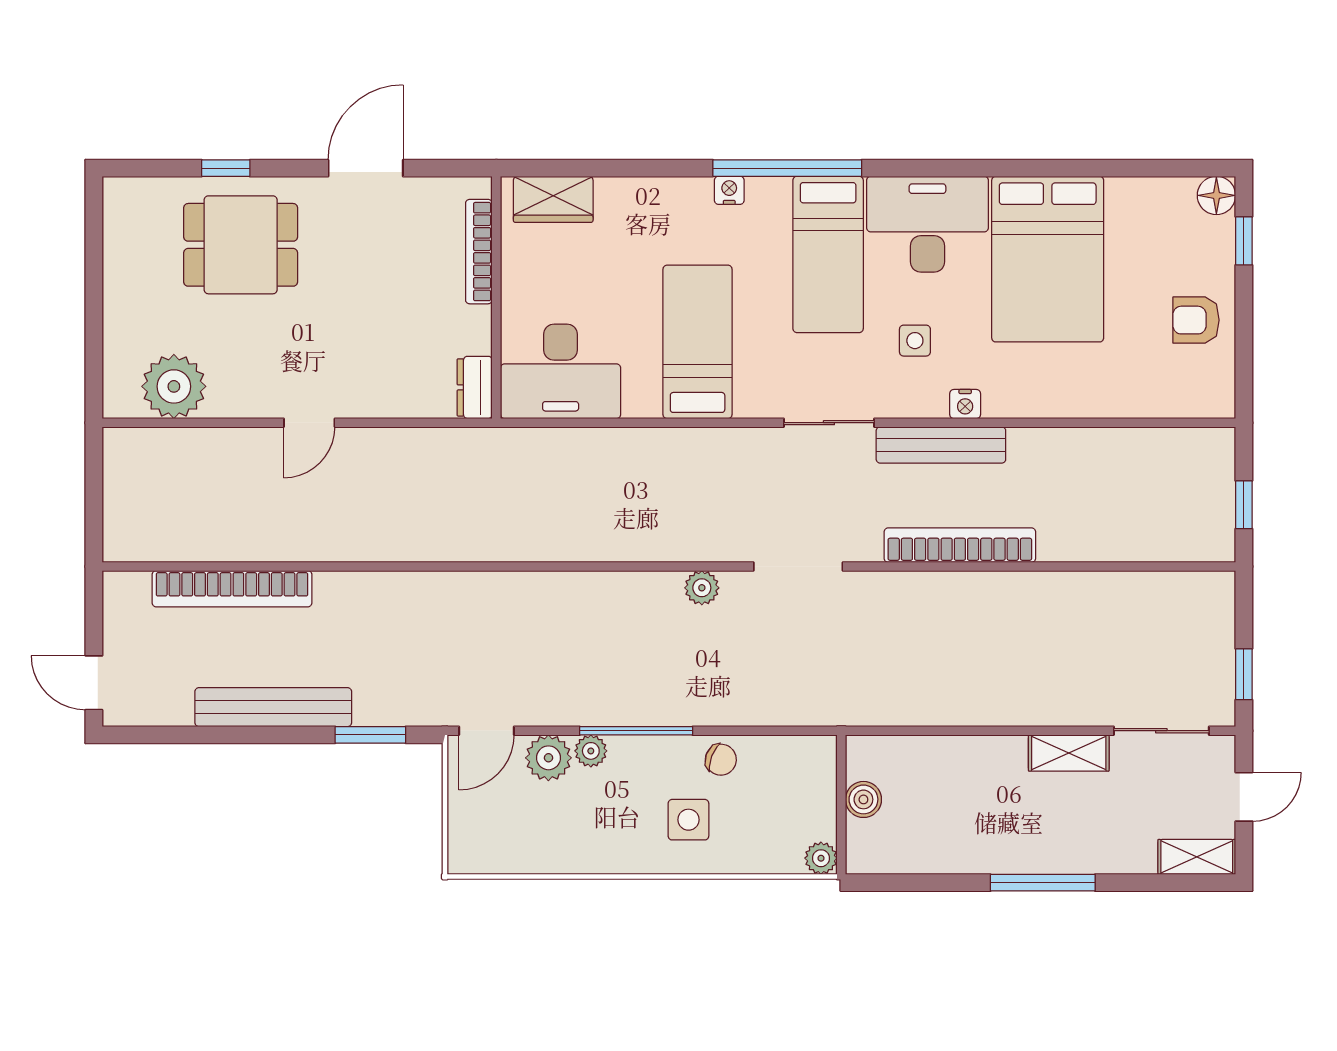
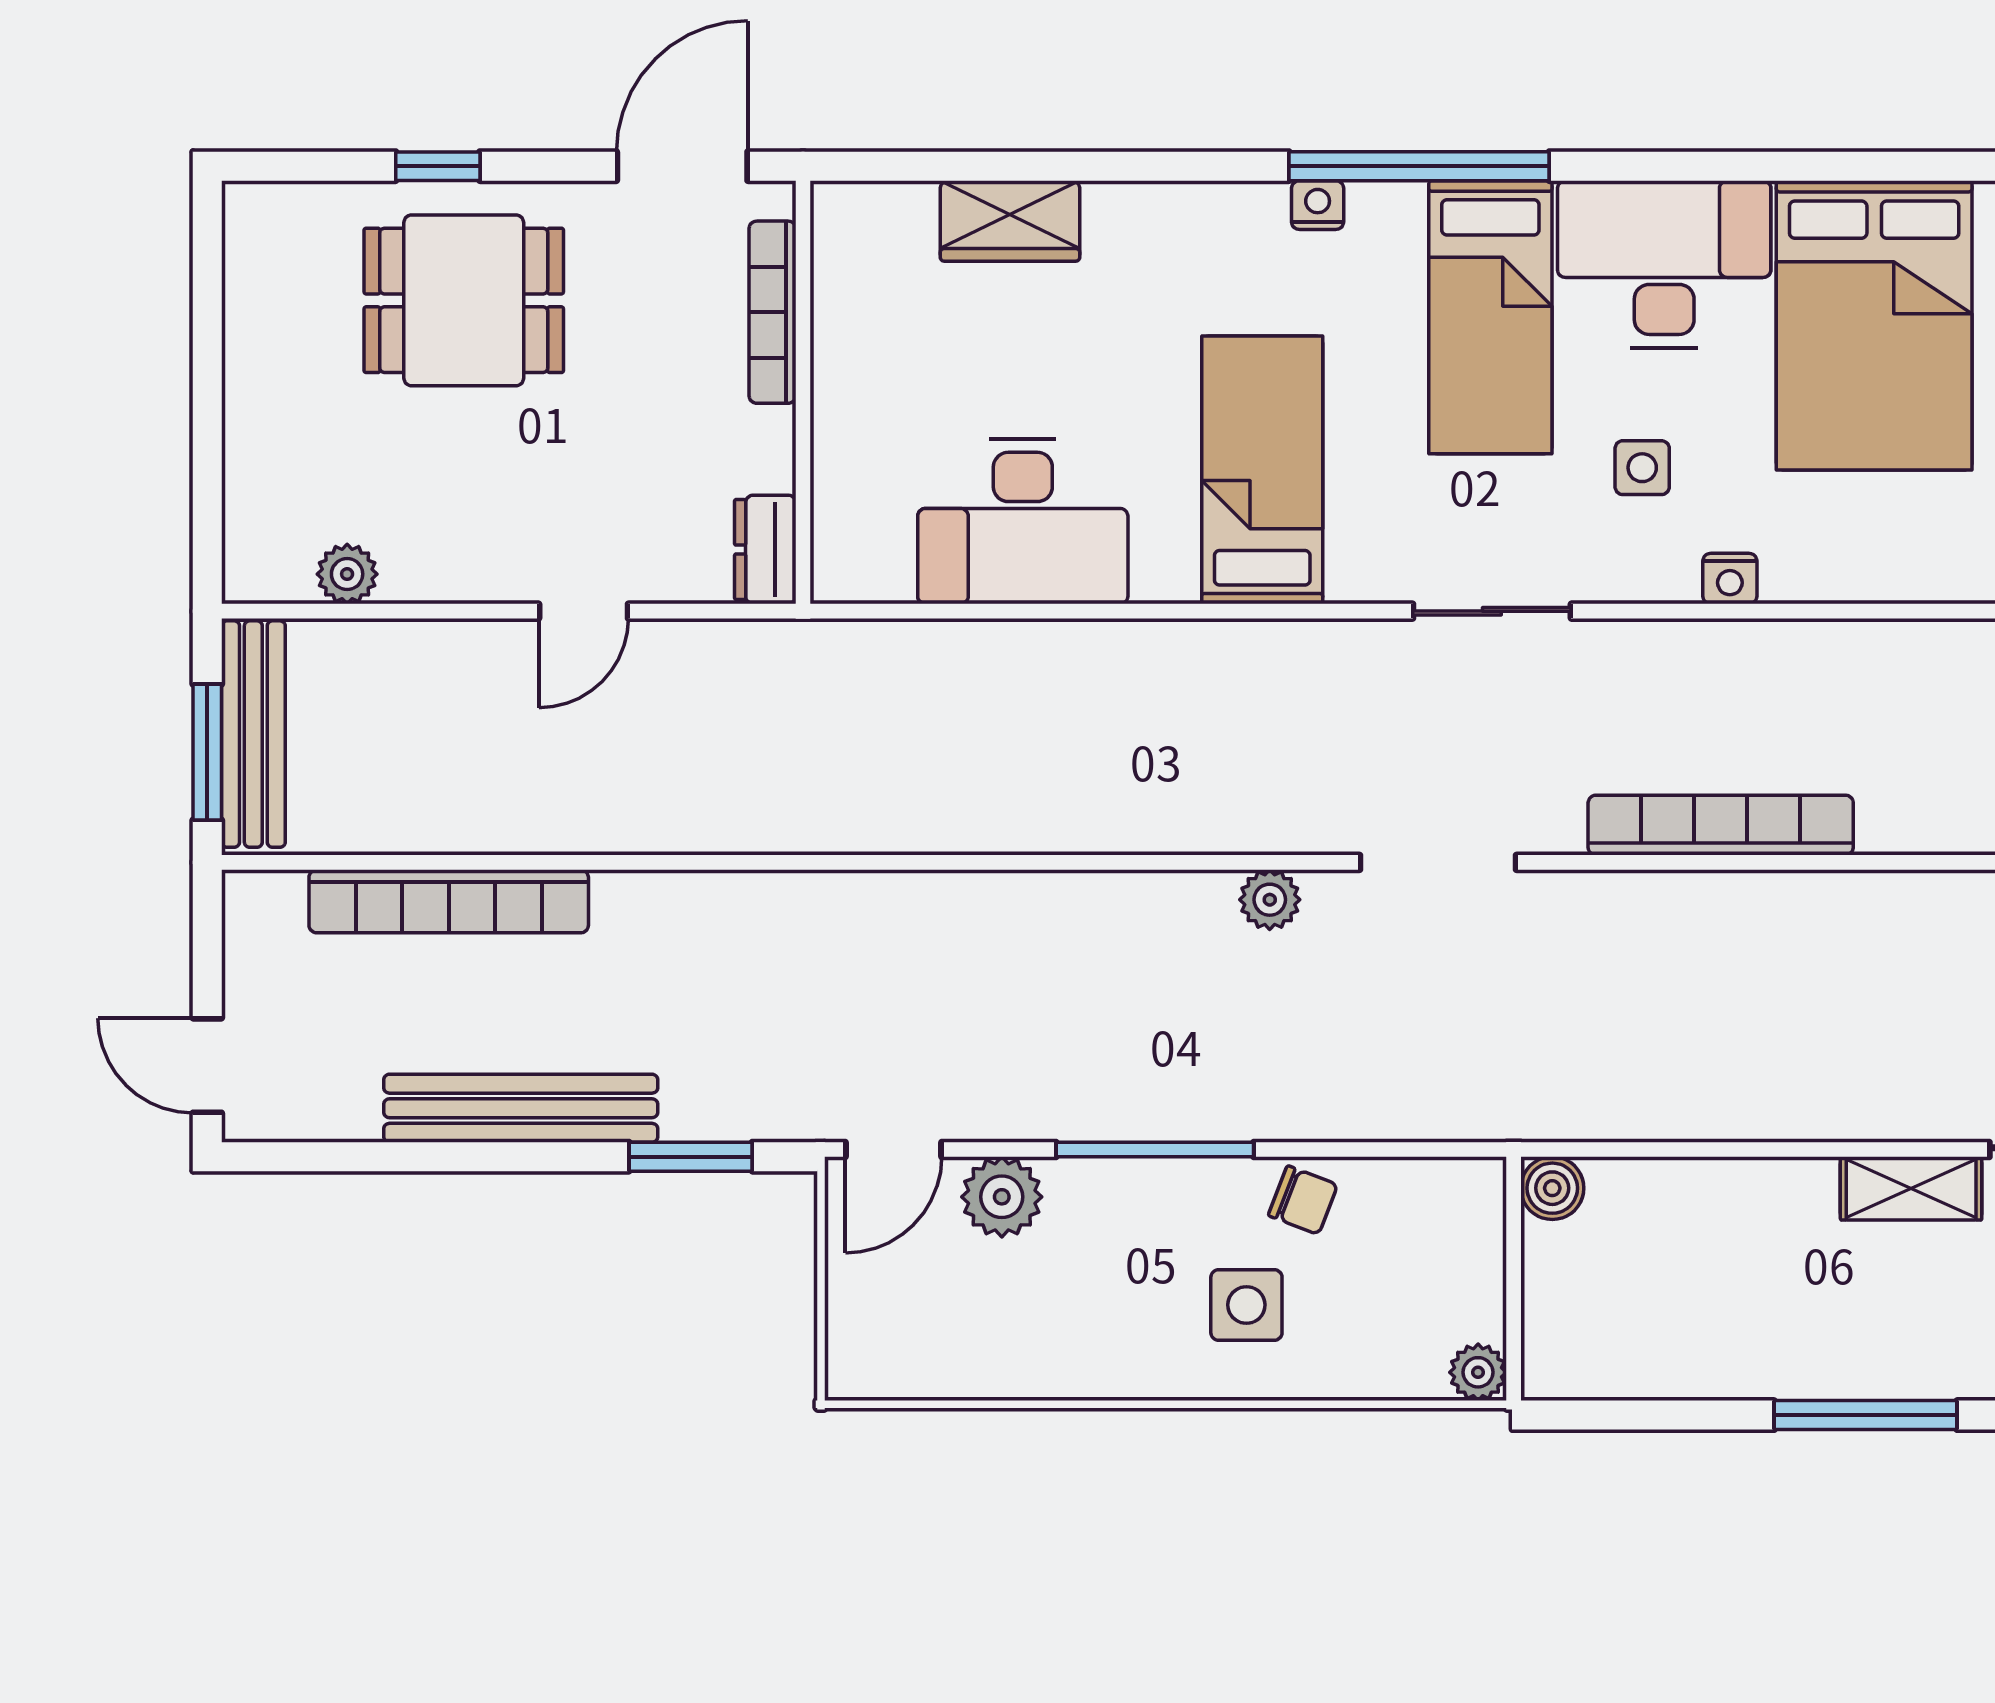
bookcase: (479, 252) -> (772, 312), moved
wall: (496, 297) -> (803, 392), moved
plant: (174, 386) -> (347, 574), width x0.53, depth x0.53
dresser: (475, 387) -> (765, 550), moved
bench: (941, 445) -> (253, 734), moved, turned 90
window: (94, 503) -> (207, 752), added
plant: (591, 751) -> (1076, 1185), removed
boiler: (863, 799) -> (1552, 1188), moved

